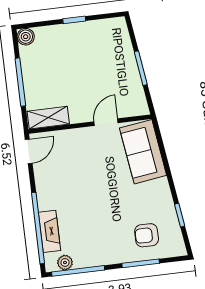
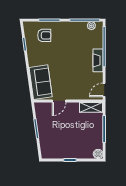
fireplace: (50, 231) -> (98, 60), moved

